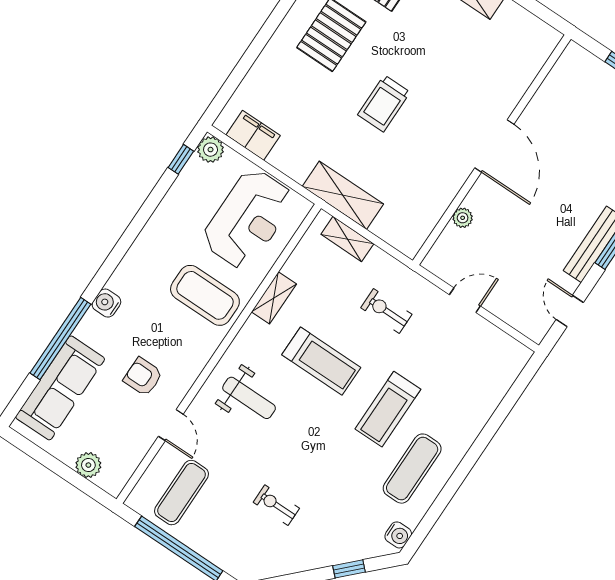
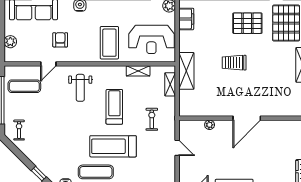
shelving: (274, 298) -> (138, 71), moved
treadmill: (321, 361) -> (114, 107), turned 180
treadmill: (388, 409) -> (113, 146), width x1.37, depth x1.38
exercise bike: (276, 505) -> (19, 130), moved

